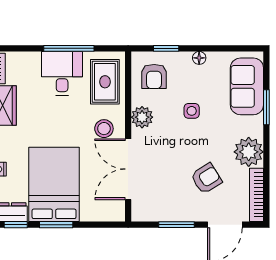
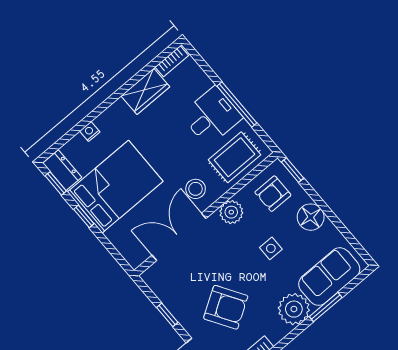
window: (166, 48) -> (293, 170), moved
floor lamp: (199, 58) -> (311, 217), width x1.89, depth x1.89
plant: (249, 152) -> (294, 309), moved
armchair: (206, 178) -> (226, 307), width x1.38, depth x1.38
window: (56, 225) -> (84, 216), width x0.67
window: (176, 225) -> (167, 315), width x0.67

